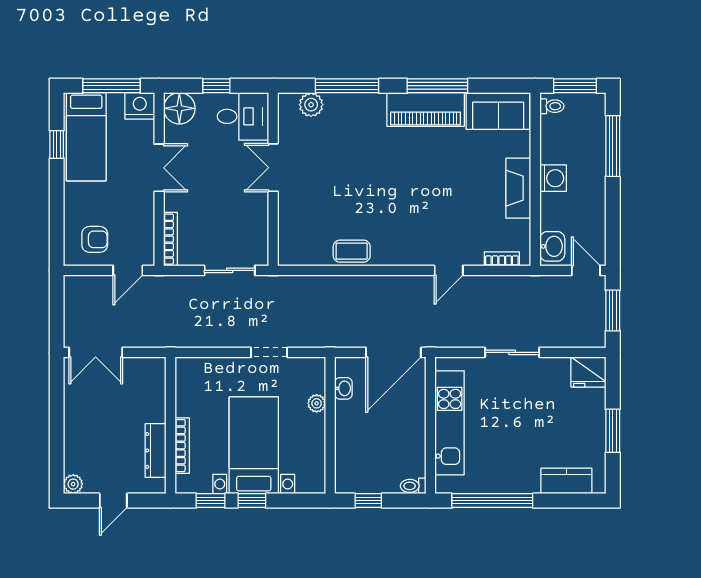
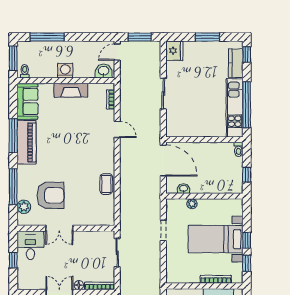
floor lamp: (179, 108) -> (79, 285), moved, width x0.53, depth x0.53
armchair: (332, 152) -> (51, 195), added
kitchen unit: (450, 423) -> (235, 108), moved, turned -90
window: (582, 501) -> (247, 54), added

